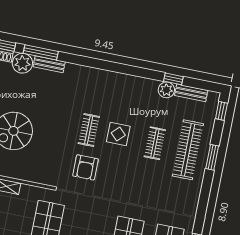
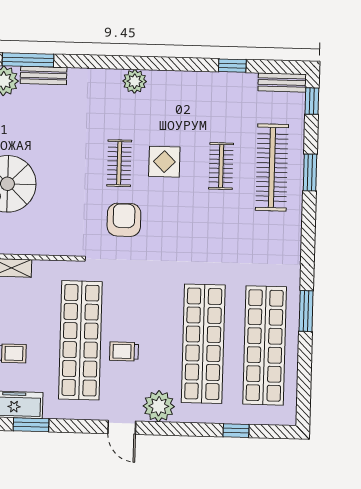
plant: (166, 90) -> (135, 81), moved
bench: (191, 93) -> (282, 82), moved
armchair: (85, 167) -> (124, 220), turned 180

